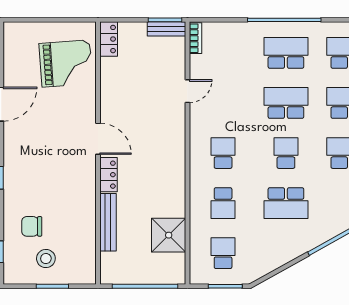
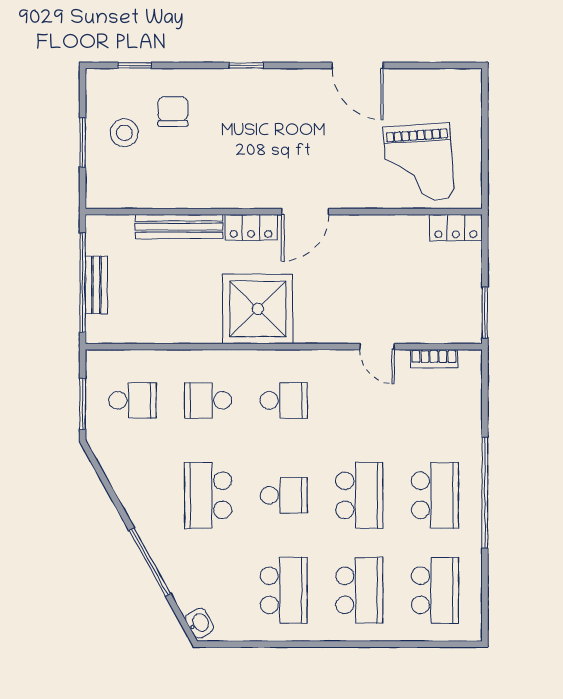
bench: (166, 29) -> (96, 285), moved
bookcase: (195, 38) -> (434, 359), moved
shower: (169, 235) -> (258, 309), moved, width x1.37, depth x1.37

